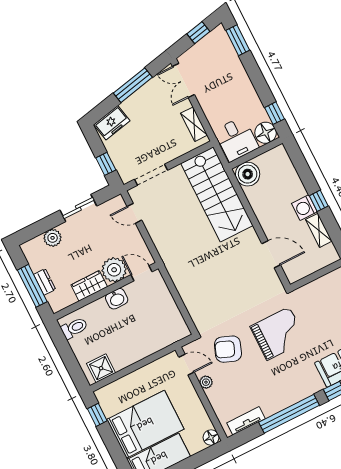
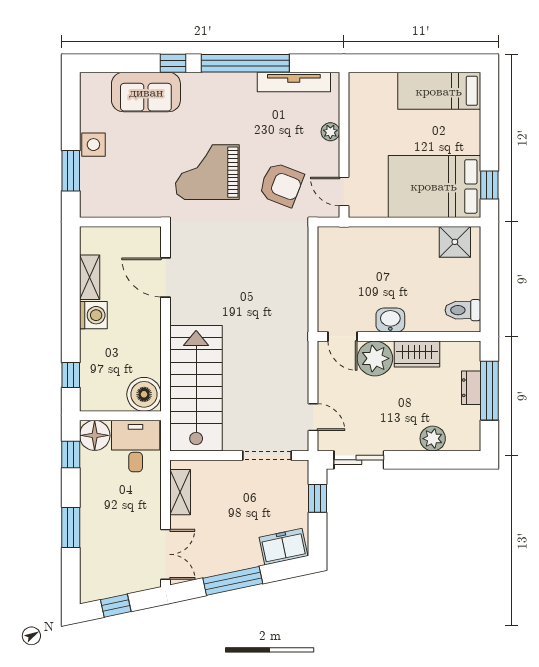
window: (238, 40) -> (71, 528), moved
window: (319, 201) -> (71, 375), moved
sliding door: (78, 208) -> (359, 460), moved
plant: (206, 382) -> (330, 132), moved
tv unit: (246, 421) -> (294, 82), width x1.41
bed: (145, 424) -> (434, 186), moved
floor lamp: (211, 437) -> (359, 83), removed

